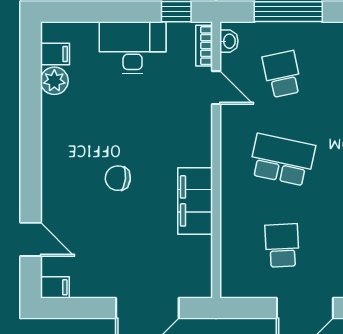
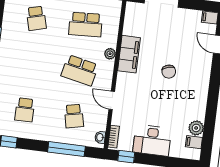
door: (216, 88) -> (112, 100), moved
chair: (118, 178) -> (169, 72), turned 67
plant: (230, 197) -> (110, 54), added
school desk: (282, 245) -> (85, 25), width x1.85

